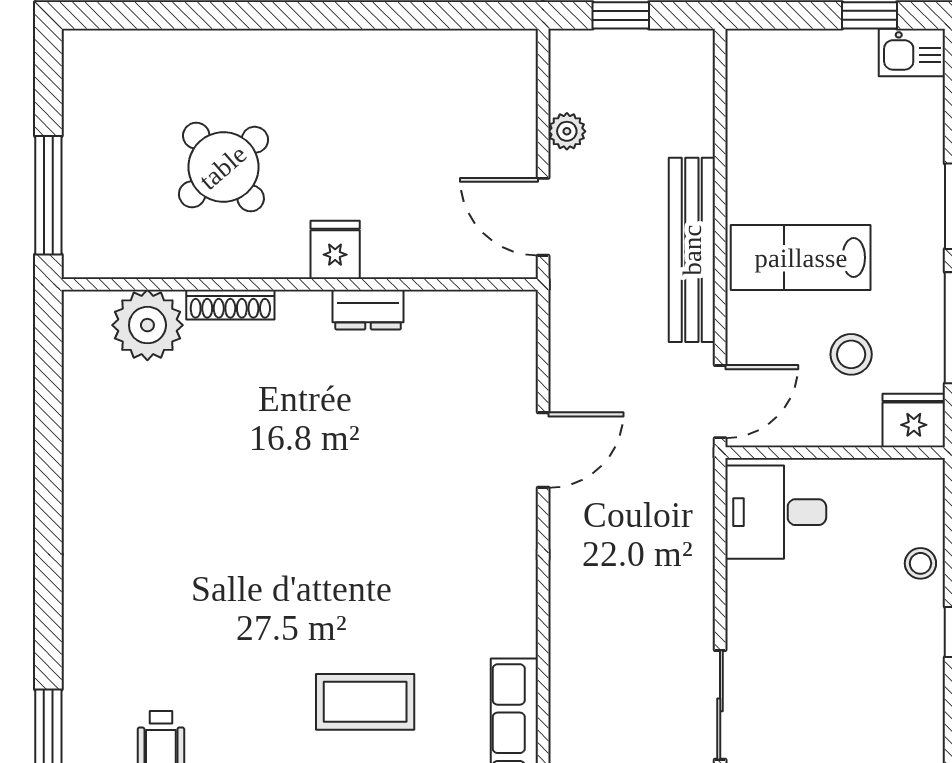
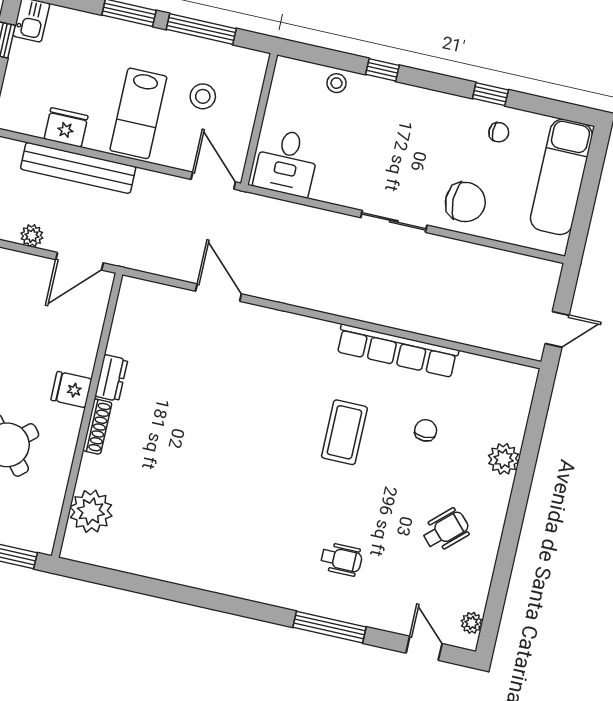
bench: (692, 250) -> (78, 168), moved
shoe rack: (230, 305) -> (97, 427), moved
fridge: (914, 421) -> (66, 127), moved, turned 90

